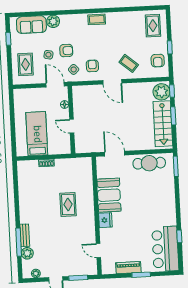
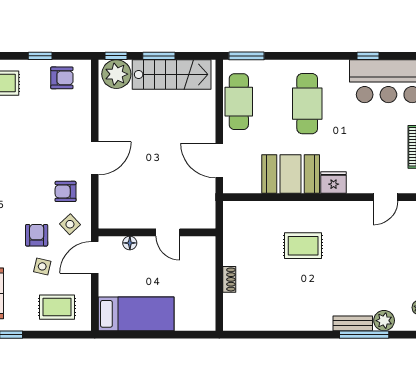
coffee table: (129, 63) -> (64, 128), removed
door: (72, 126) -> (168, 232), hinge flipped
bed: (37, 134) -> (136, 314), moved, turned 180
door: (115, 154) -> (219, 161), hinge flipped
cafe table: (150, 203) -> (307, 104), added

